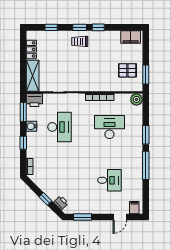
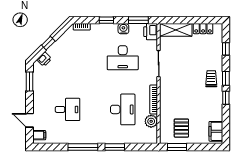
plant: (136, 100) -> (151, 121), moved
desk: (109, 180) -> (68, 109), turned -90

